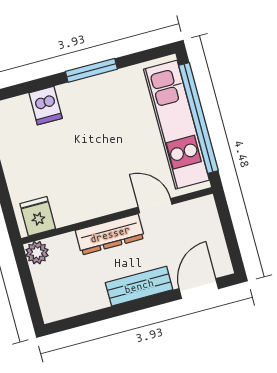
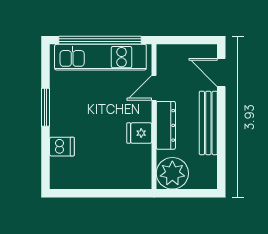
fridge: (38, 216) -> (139, 133), moved
plant: (37, 253) -> (172, 173), width x1.88, depth x1.88
bench: (139, 286) -> (208, 123), width x1.36

